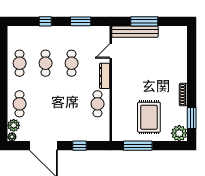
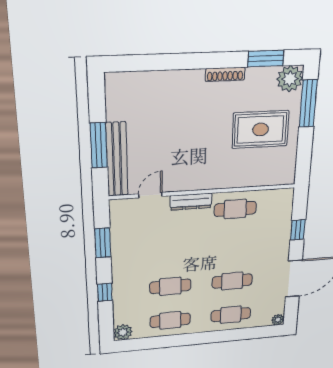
door: (111, 51) -> (150, 195), swing flipped
cafe table: (72, 63) -> (232, 281), moved
plant: (14, 125) -> (123, 332), moved
window: (138, 146) -> (308, 103), moved

